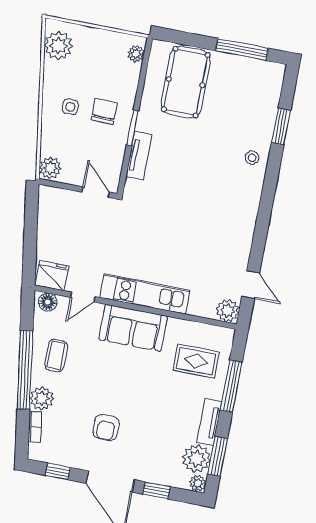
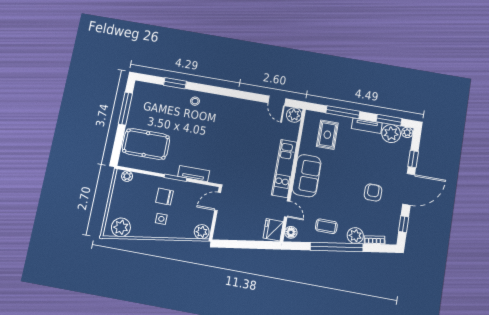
door: (251, 285) -> (277, 101), swing flipped
armchair: (106, 427) -> (373, 193), turned -90

